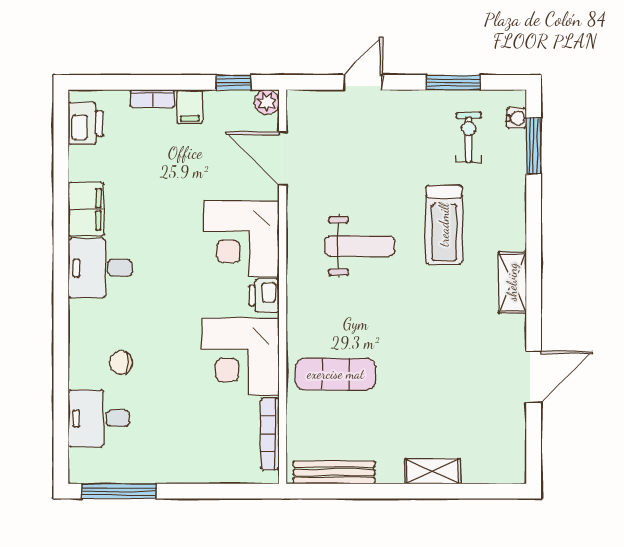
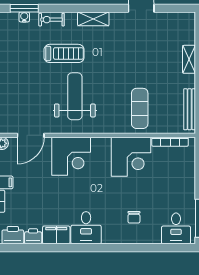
water cooler: (516, 118) -> (24, 17), moved
exercise bike: (469, 137) -> (52, 20), moved
weight bench: (360, 246) -> (75, 96), width x1.36, depth x1.33
printer: (264, 295) -> (33, 236), moved, turned 180
desk: (99, 418) -> (176, 228), moved

